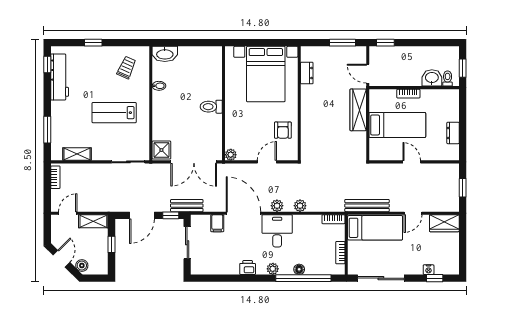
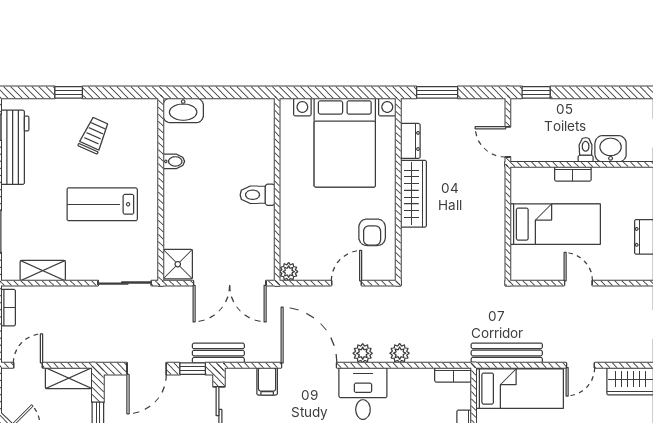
window: (343, 43) -> (437, 92), moved
trolley: (126, 67) -> (94, 135), moved
toilet: (448, 79) -> (586, 150), moved
wardrobe: (358, 110) -> (413, 194), moved, turned 180

